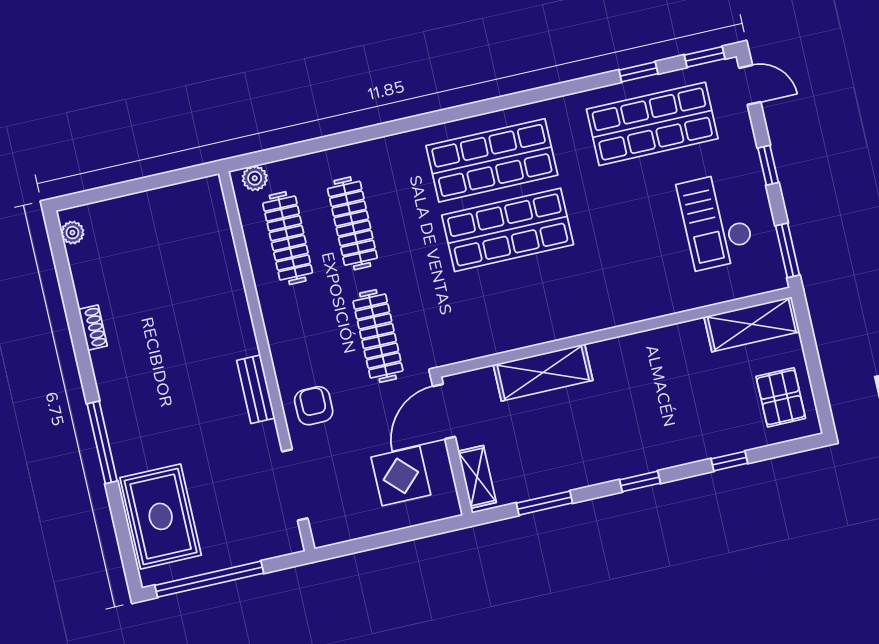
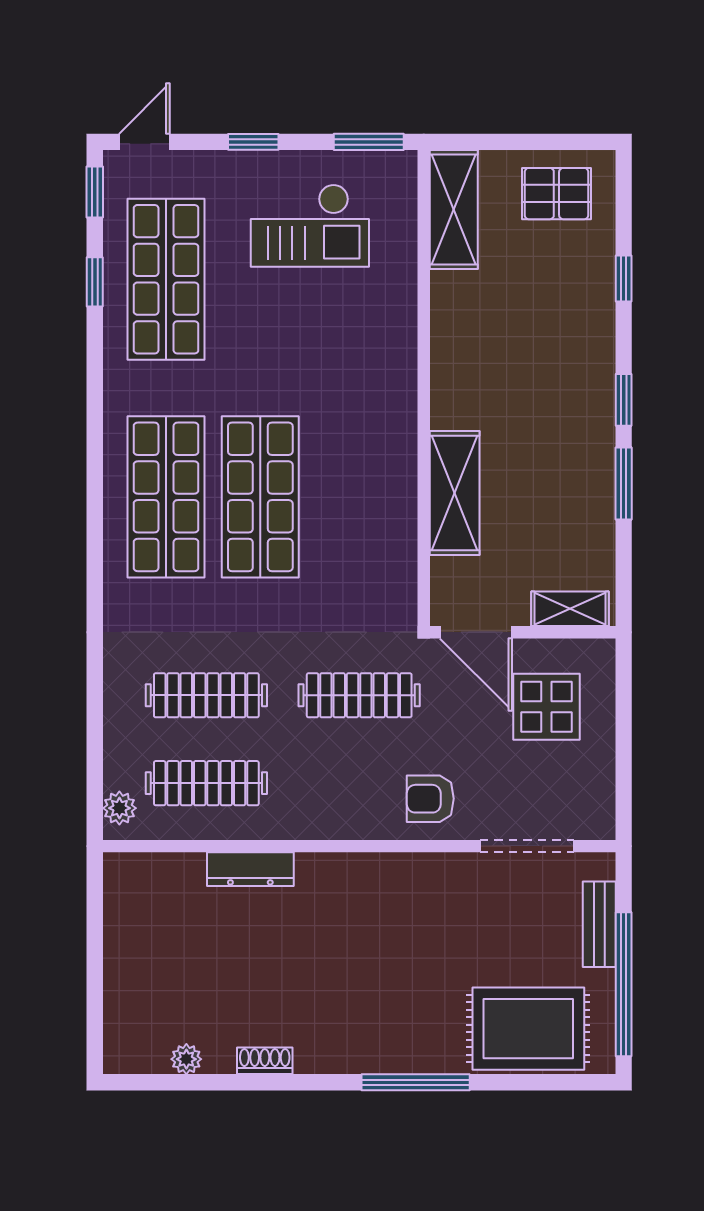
plant: (72, 233) -> (186, 1059), moved
dresser: (232, 285) -> (250, 869), added
bench: (256, 389) -> (599, 924), moved, turned 90
window: (544, 503) -> (624, 484), moved

